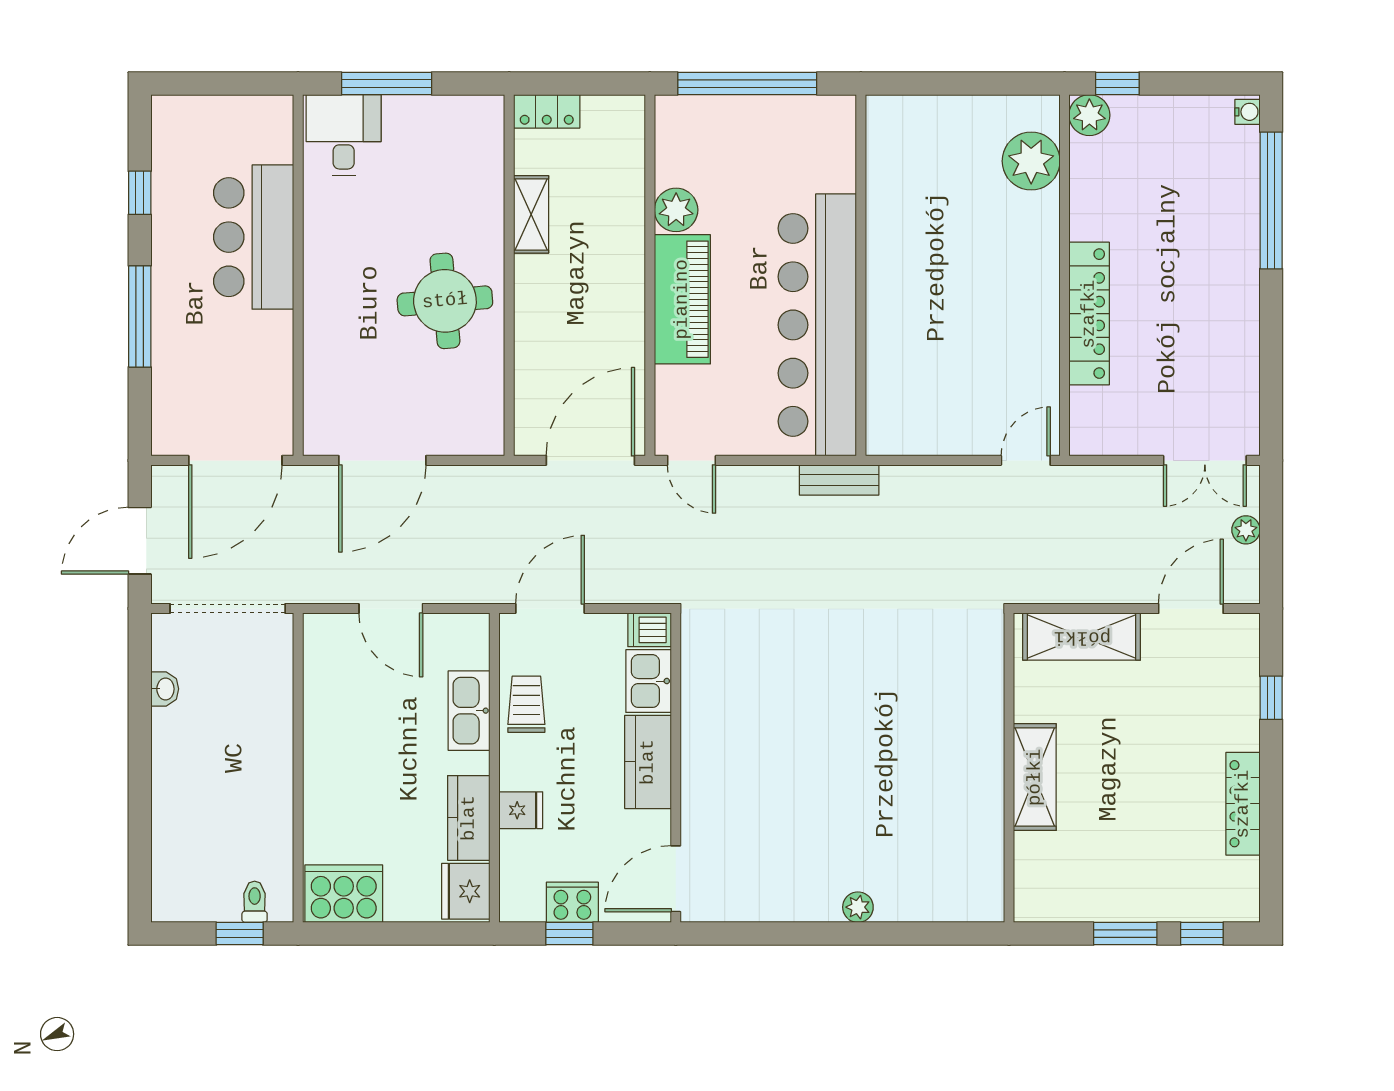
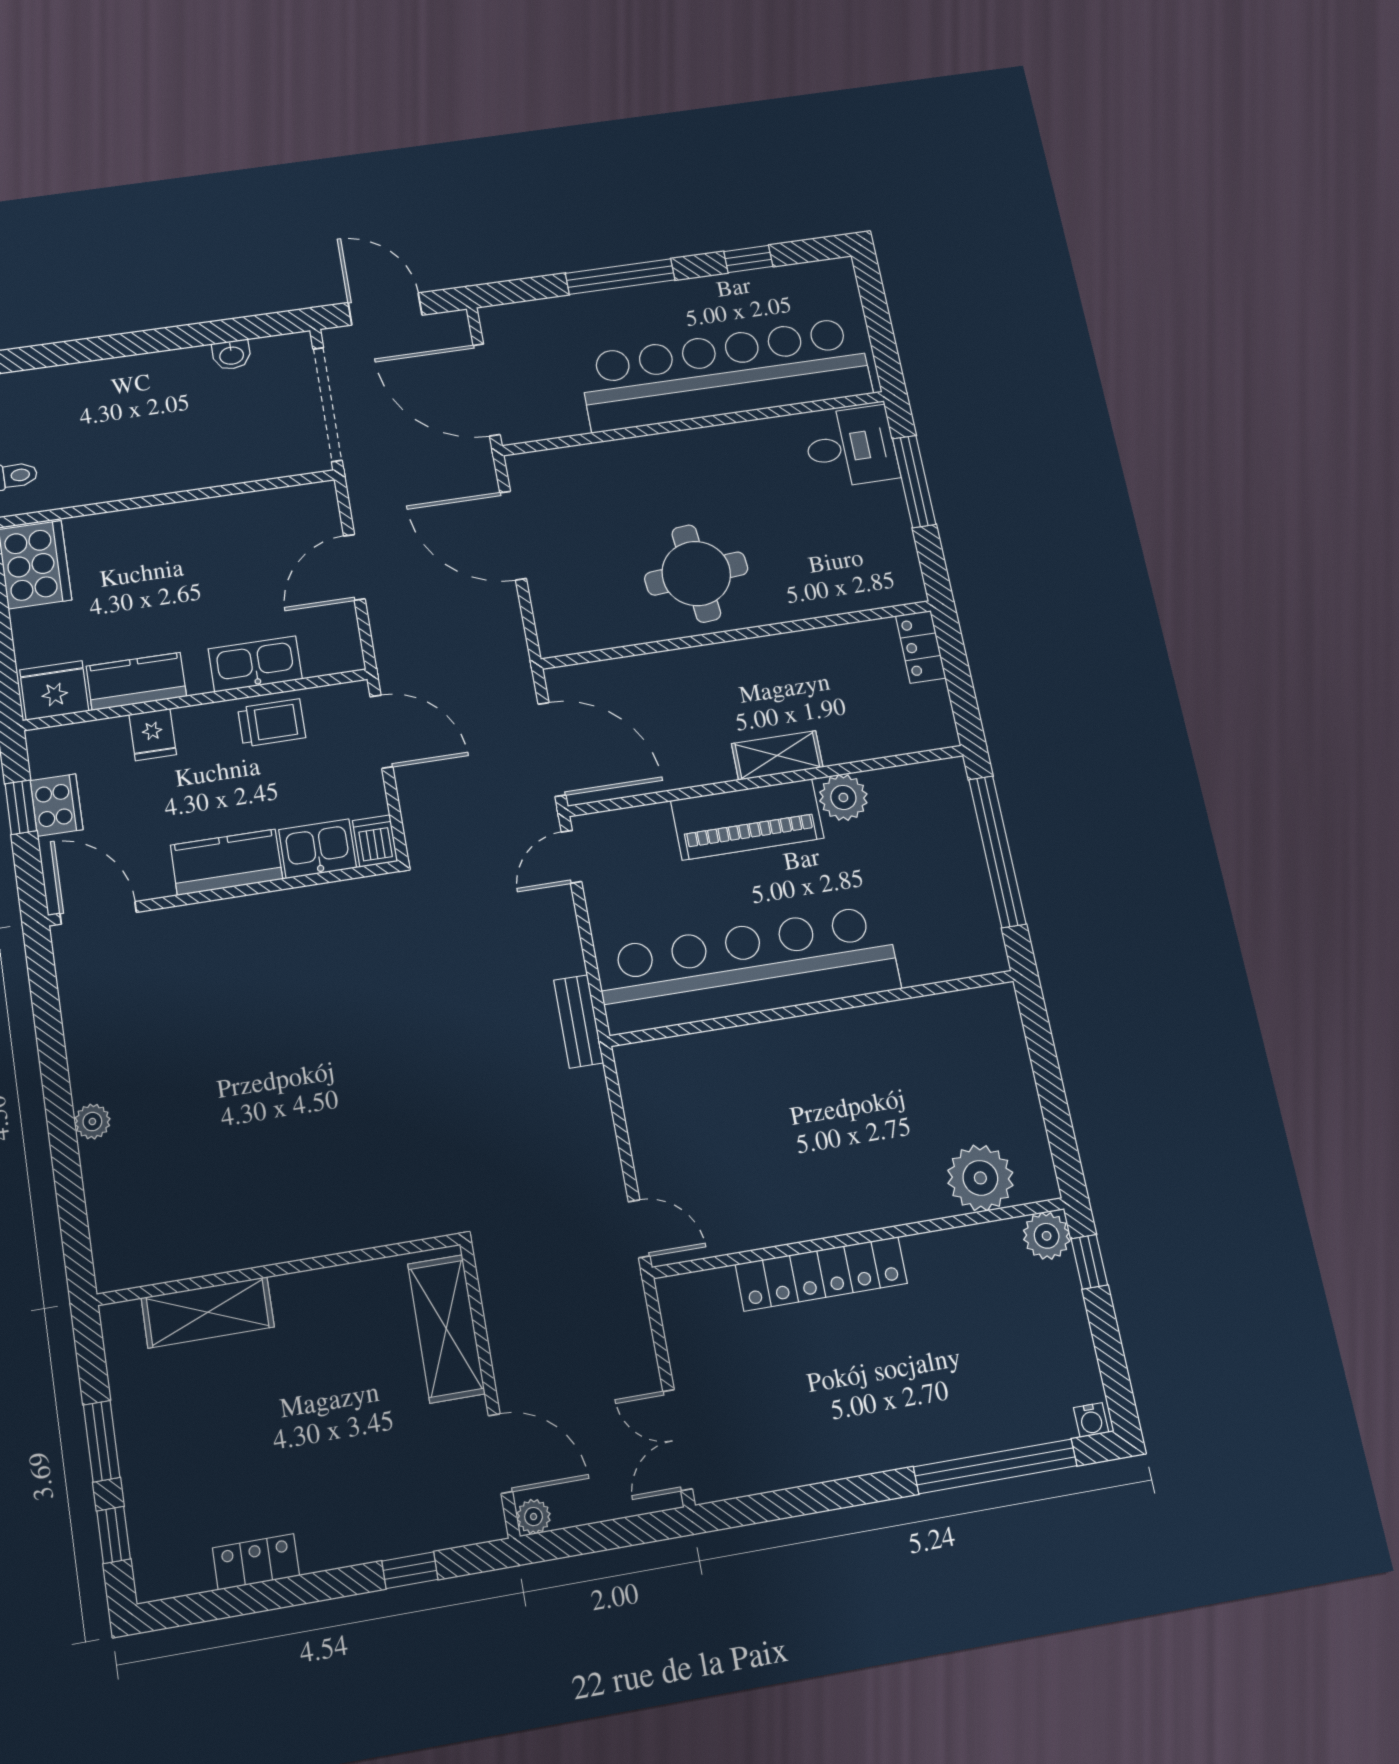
shelving: (531, 214) -> (777, 755), moved
bar counter: (254, 237) -> (725, 374), width x1.86
plant: (1246, 530) -> (534, 1517), moved
shelving: (1035, 777) -> (208, 1312), moved
locker: (1243, 804) -> (256, 1562), width x0.66

